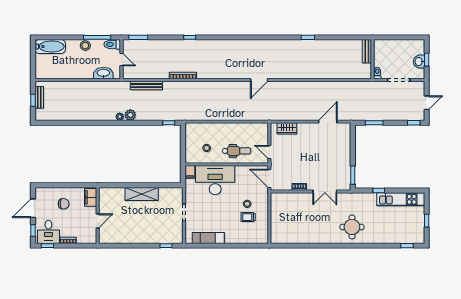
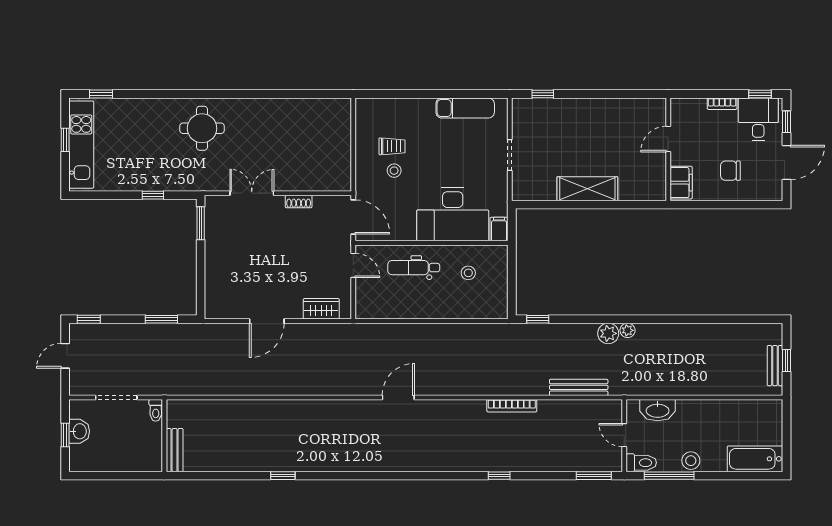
door: (259, 80) -> (398, 397), moved
door: (328, 122) -> (267, 321), moved
kitchen unit: (401, 199) -> (81, 145), moved, turned 90

